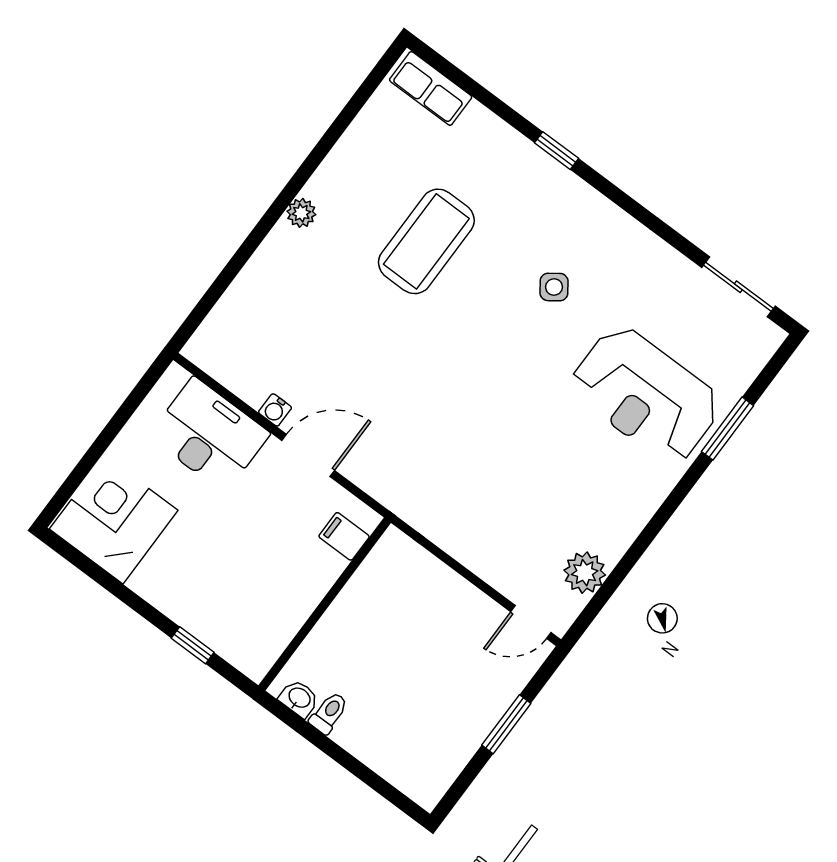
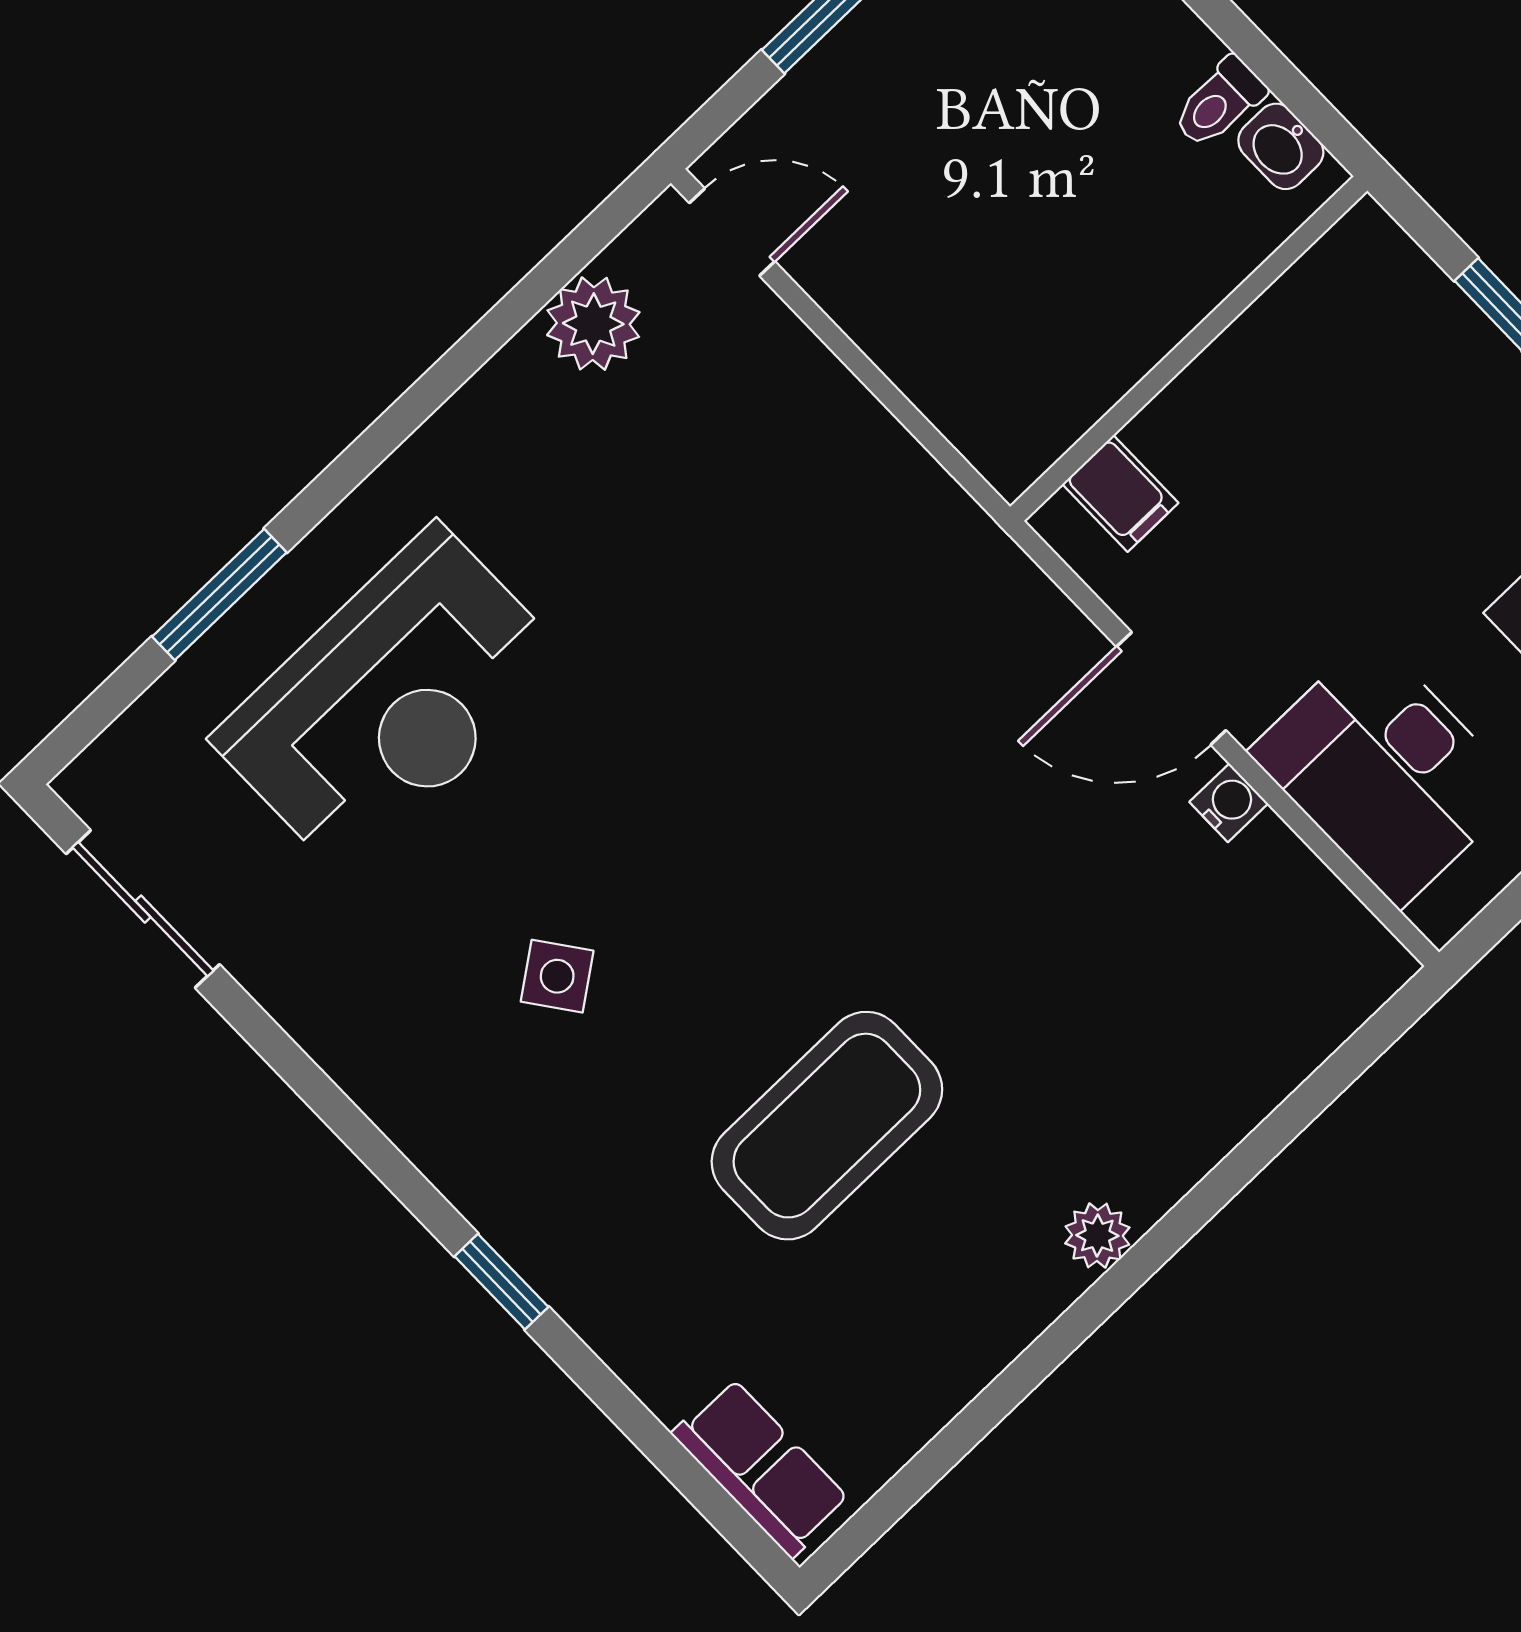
reception desk: (646, 395) -> (391, 700), turned 90

